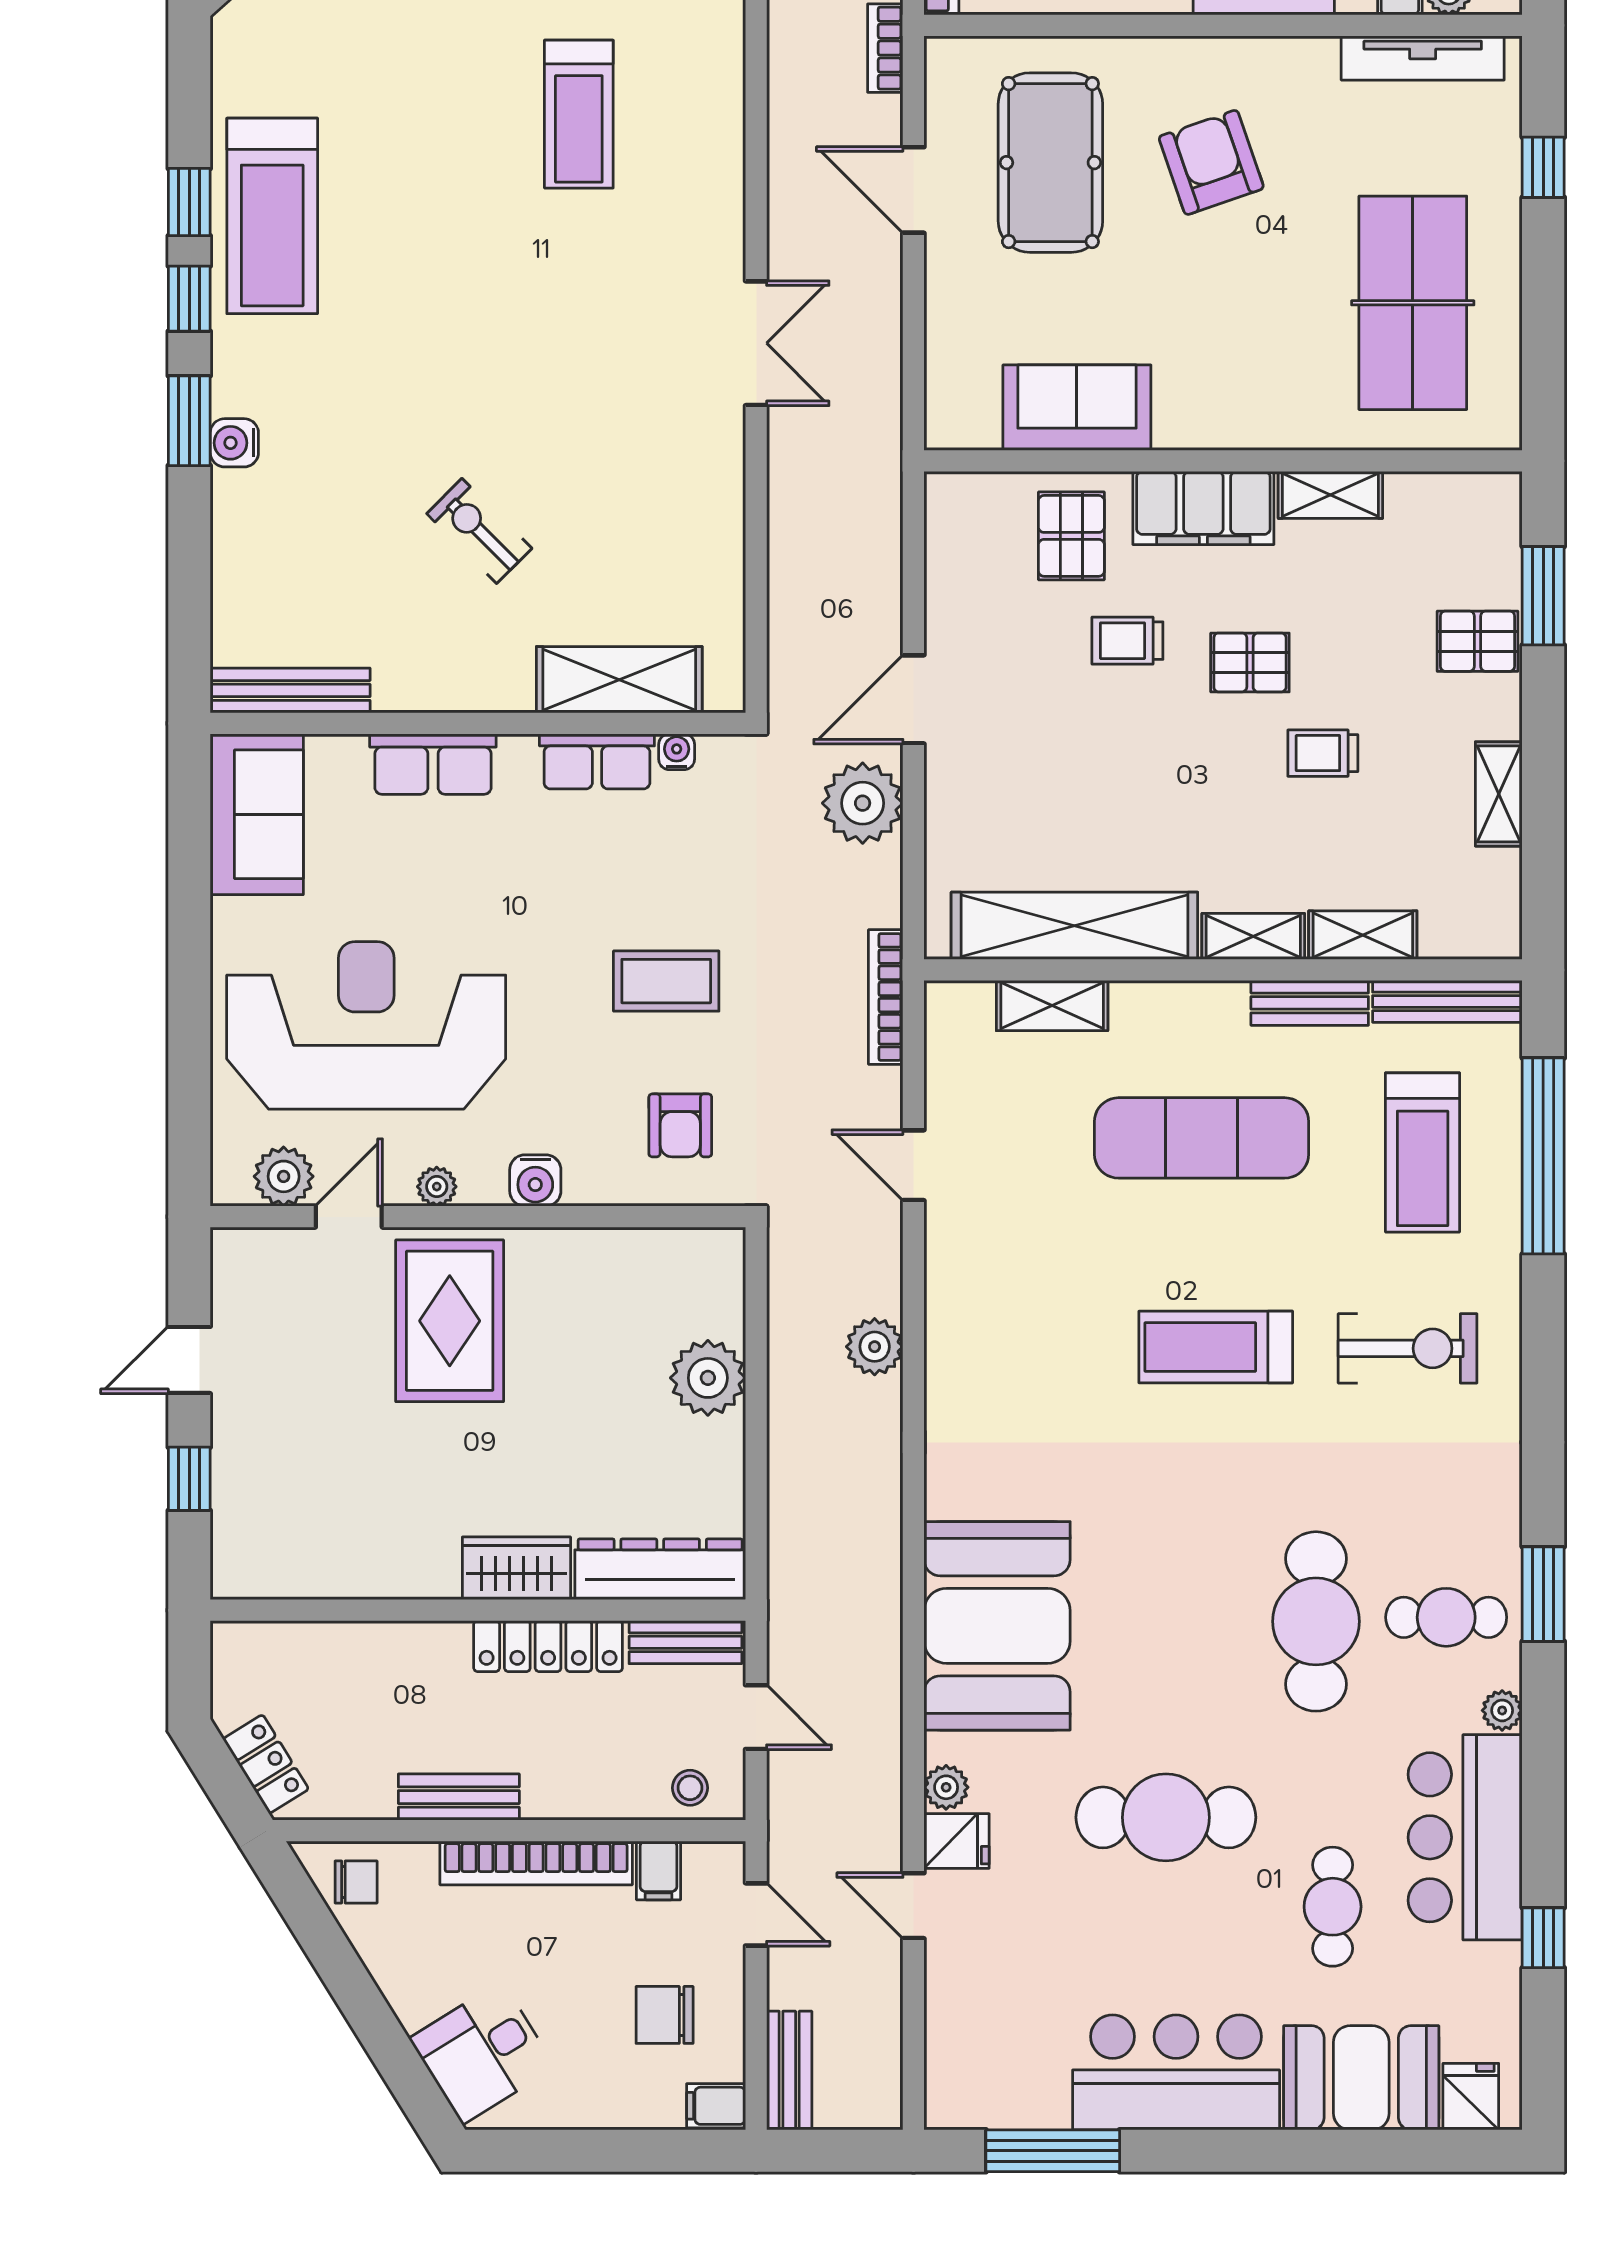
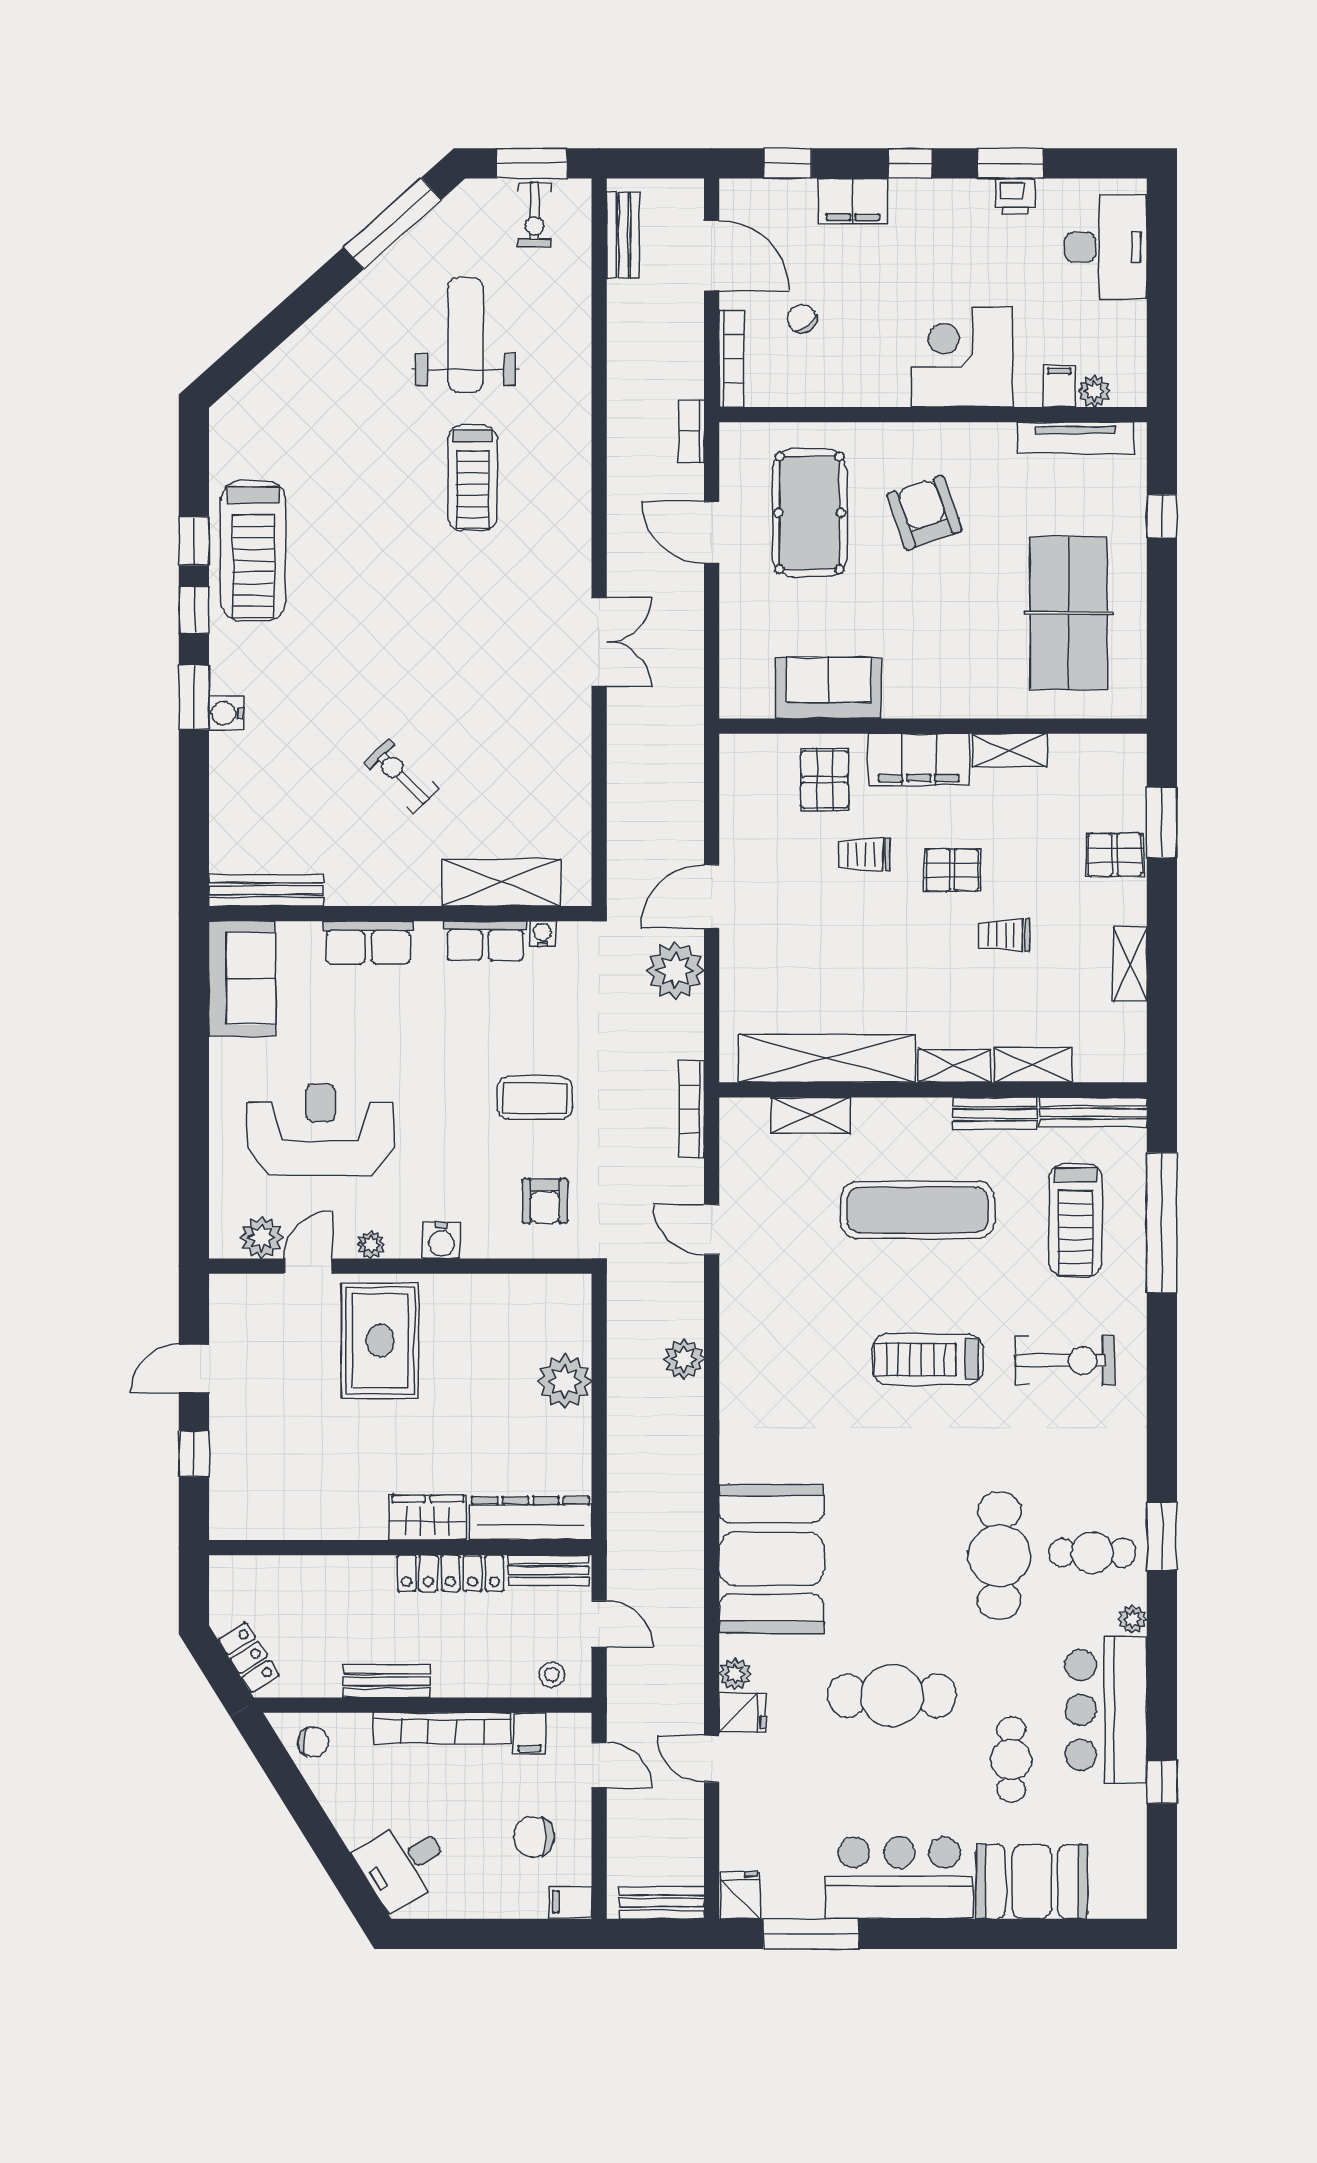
reception desk: (366, 1025) -> (320, 1130), width x0.74, depth x0.77
bench: (789, 2070) -> (662, 1903), moved, turned 90
fridge: (1471, 2097) -> (741, 1895), moved

